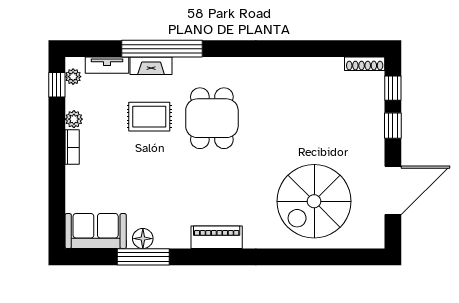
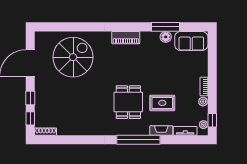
window: (162, 49) -> (138, 140), moved

